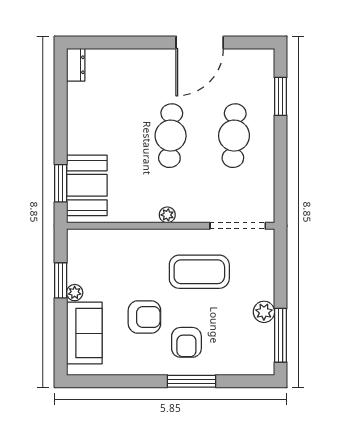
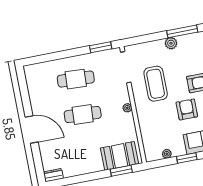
door: (200, 43) -> (32, 130), moved
window: (281, 96) -> (101, 47), moved
window: (61, 280) -> (187, 158), moved
plant: (75, 293) -> (167, 154), moved

